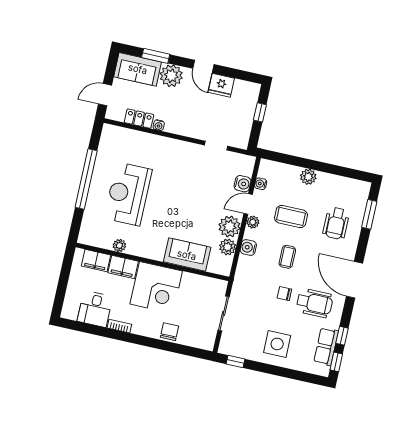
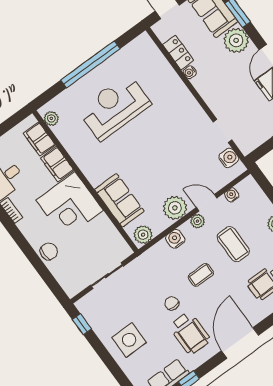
water cooler: (242, 184) -> (229, 158), moved, turned -90
plant: (119, 246) -> (51, 118), moved
plant: (228, 247) -> (143, 235), moved

